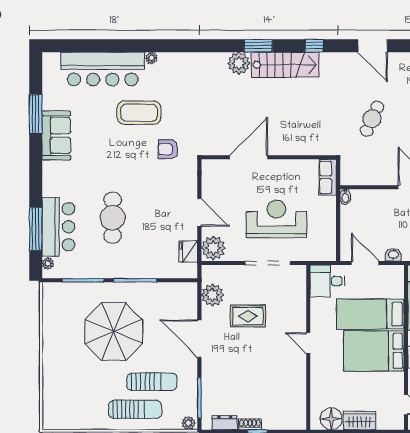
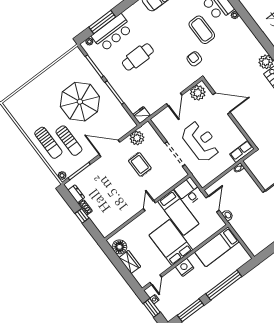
plant: (213, 248) -> (198, 93), moved
fridge: (188, 252) -> (142, 115), moved
bed: (370, 314) -> (178, 213), moved, turned 180
door: (199, 339) -> (110, 148), hinge flipped

